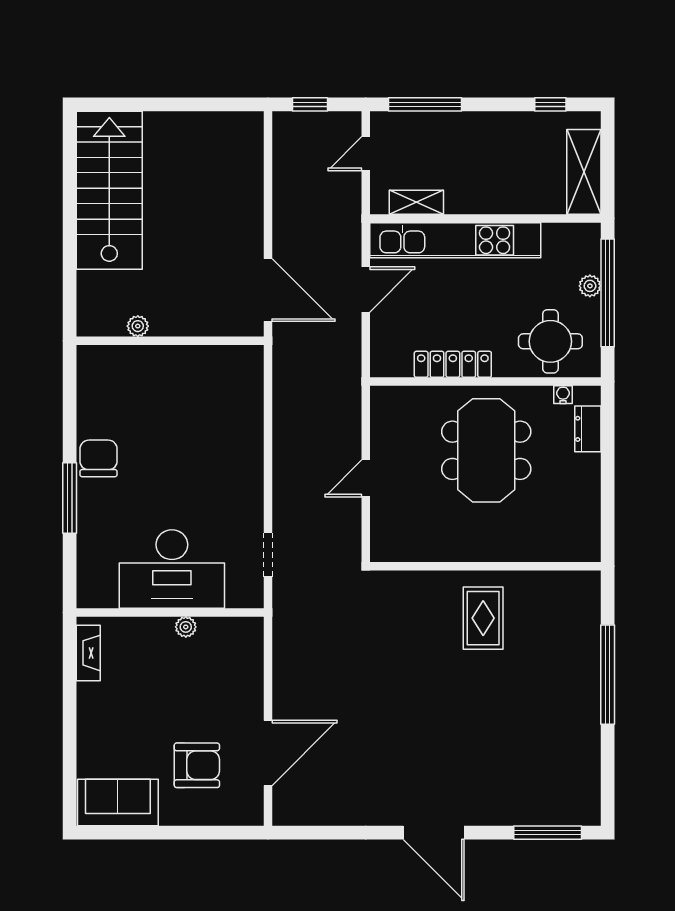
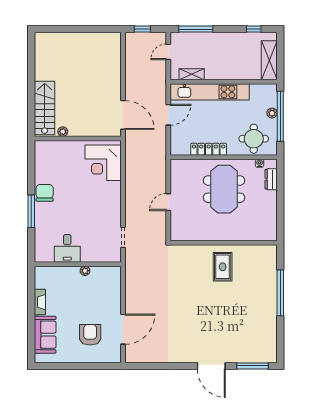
stairs: (109, 190) -> (45, 108), moved, width x0.73, depth x0.66
corner desk: (225, 393) -> (103, 163), added
desk: (172, 569) -> (67, 248), width x0.53, depth x0.77
fireplace: (88, 653) -> (40, 302), moved
armchair: (197, 765) -> (90, 335), turned -90
sofa: (118, 802) -> (45, 335), moved, turned 90
door: (434, 833) -> (211, 366), moved

